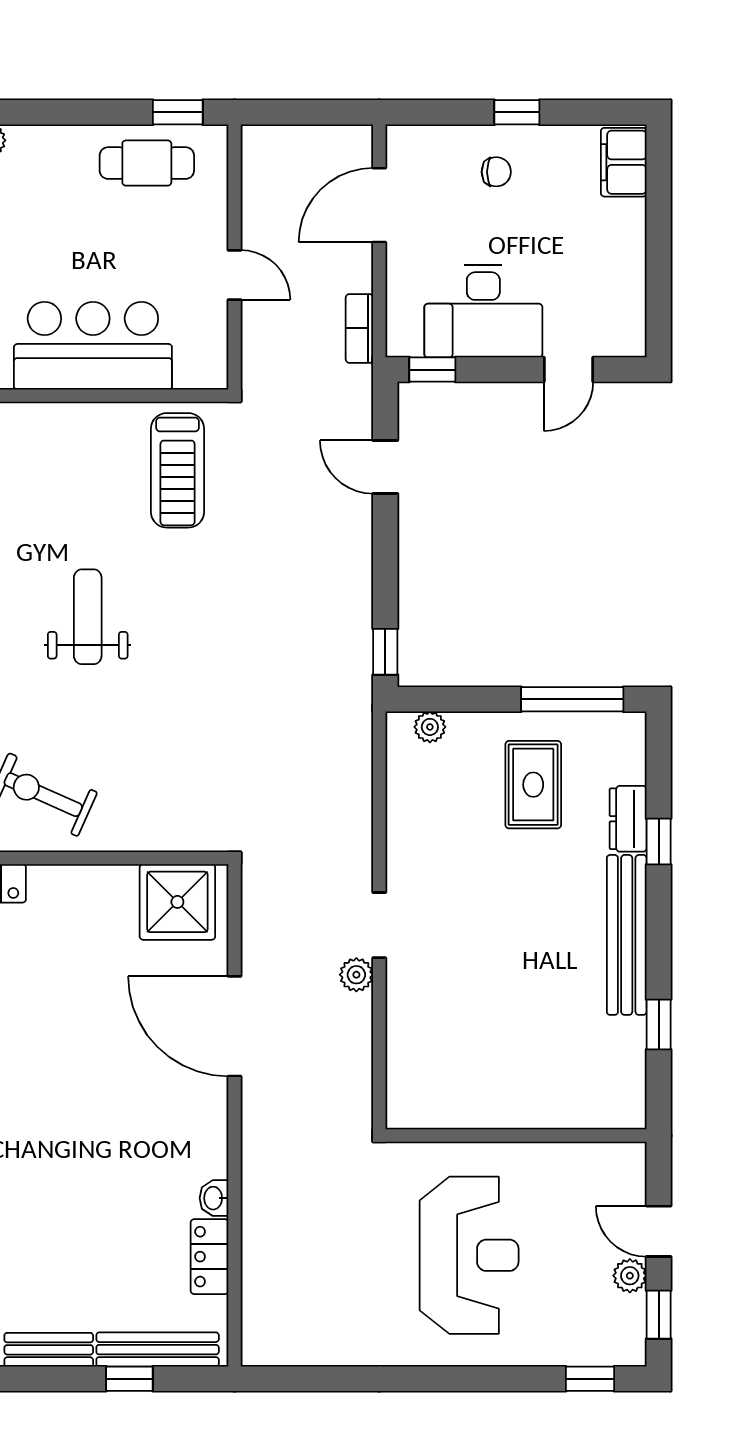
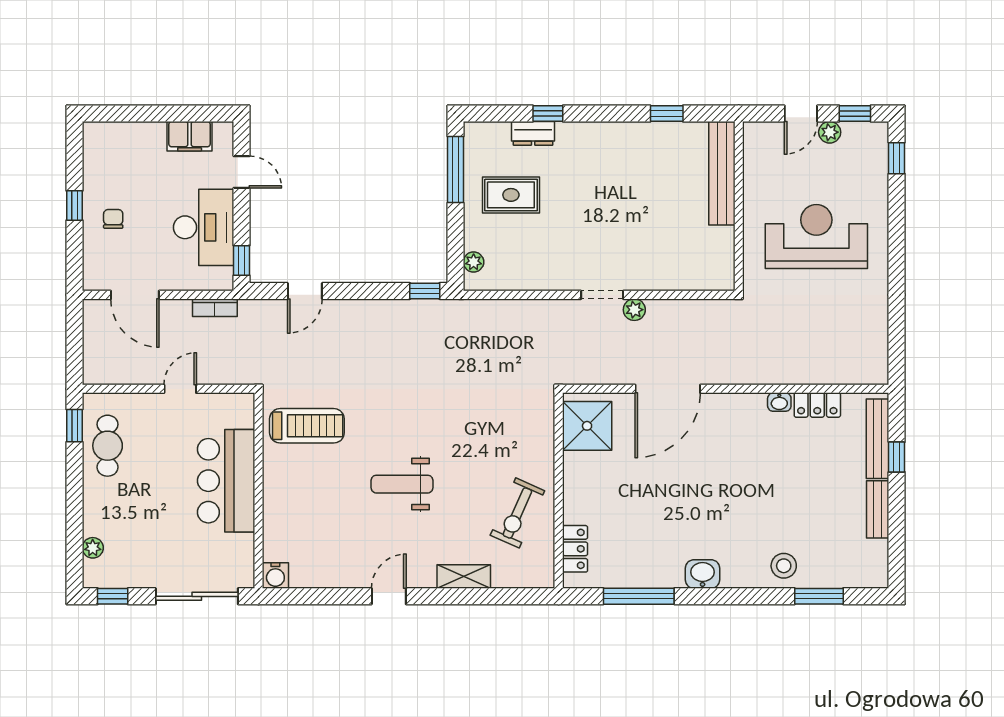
filing cabinet: (624, 162) -> (190, 136), moved
bench: (627, 935) -> (722, 173), moved, turned 90

